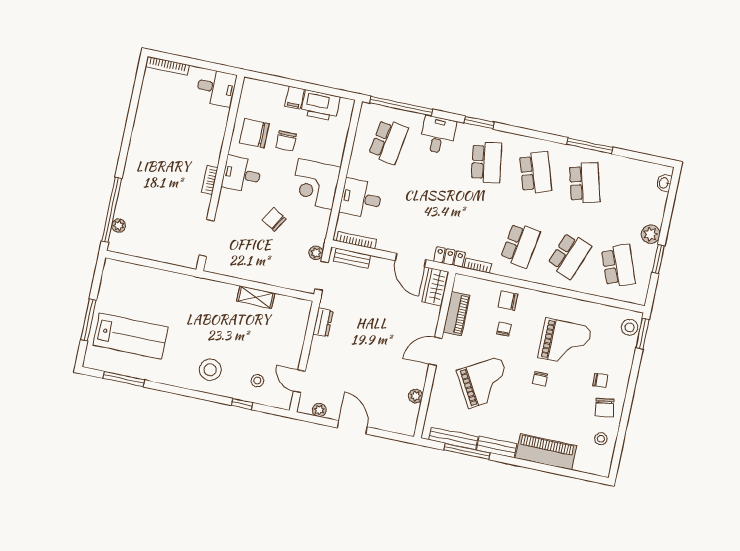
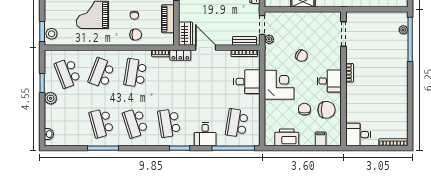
filing cabinet: (295, 98) -> (321, 139), moved

